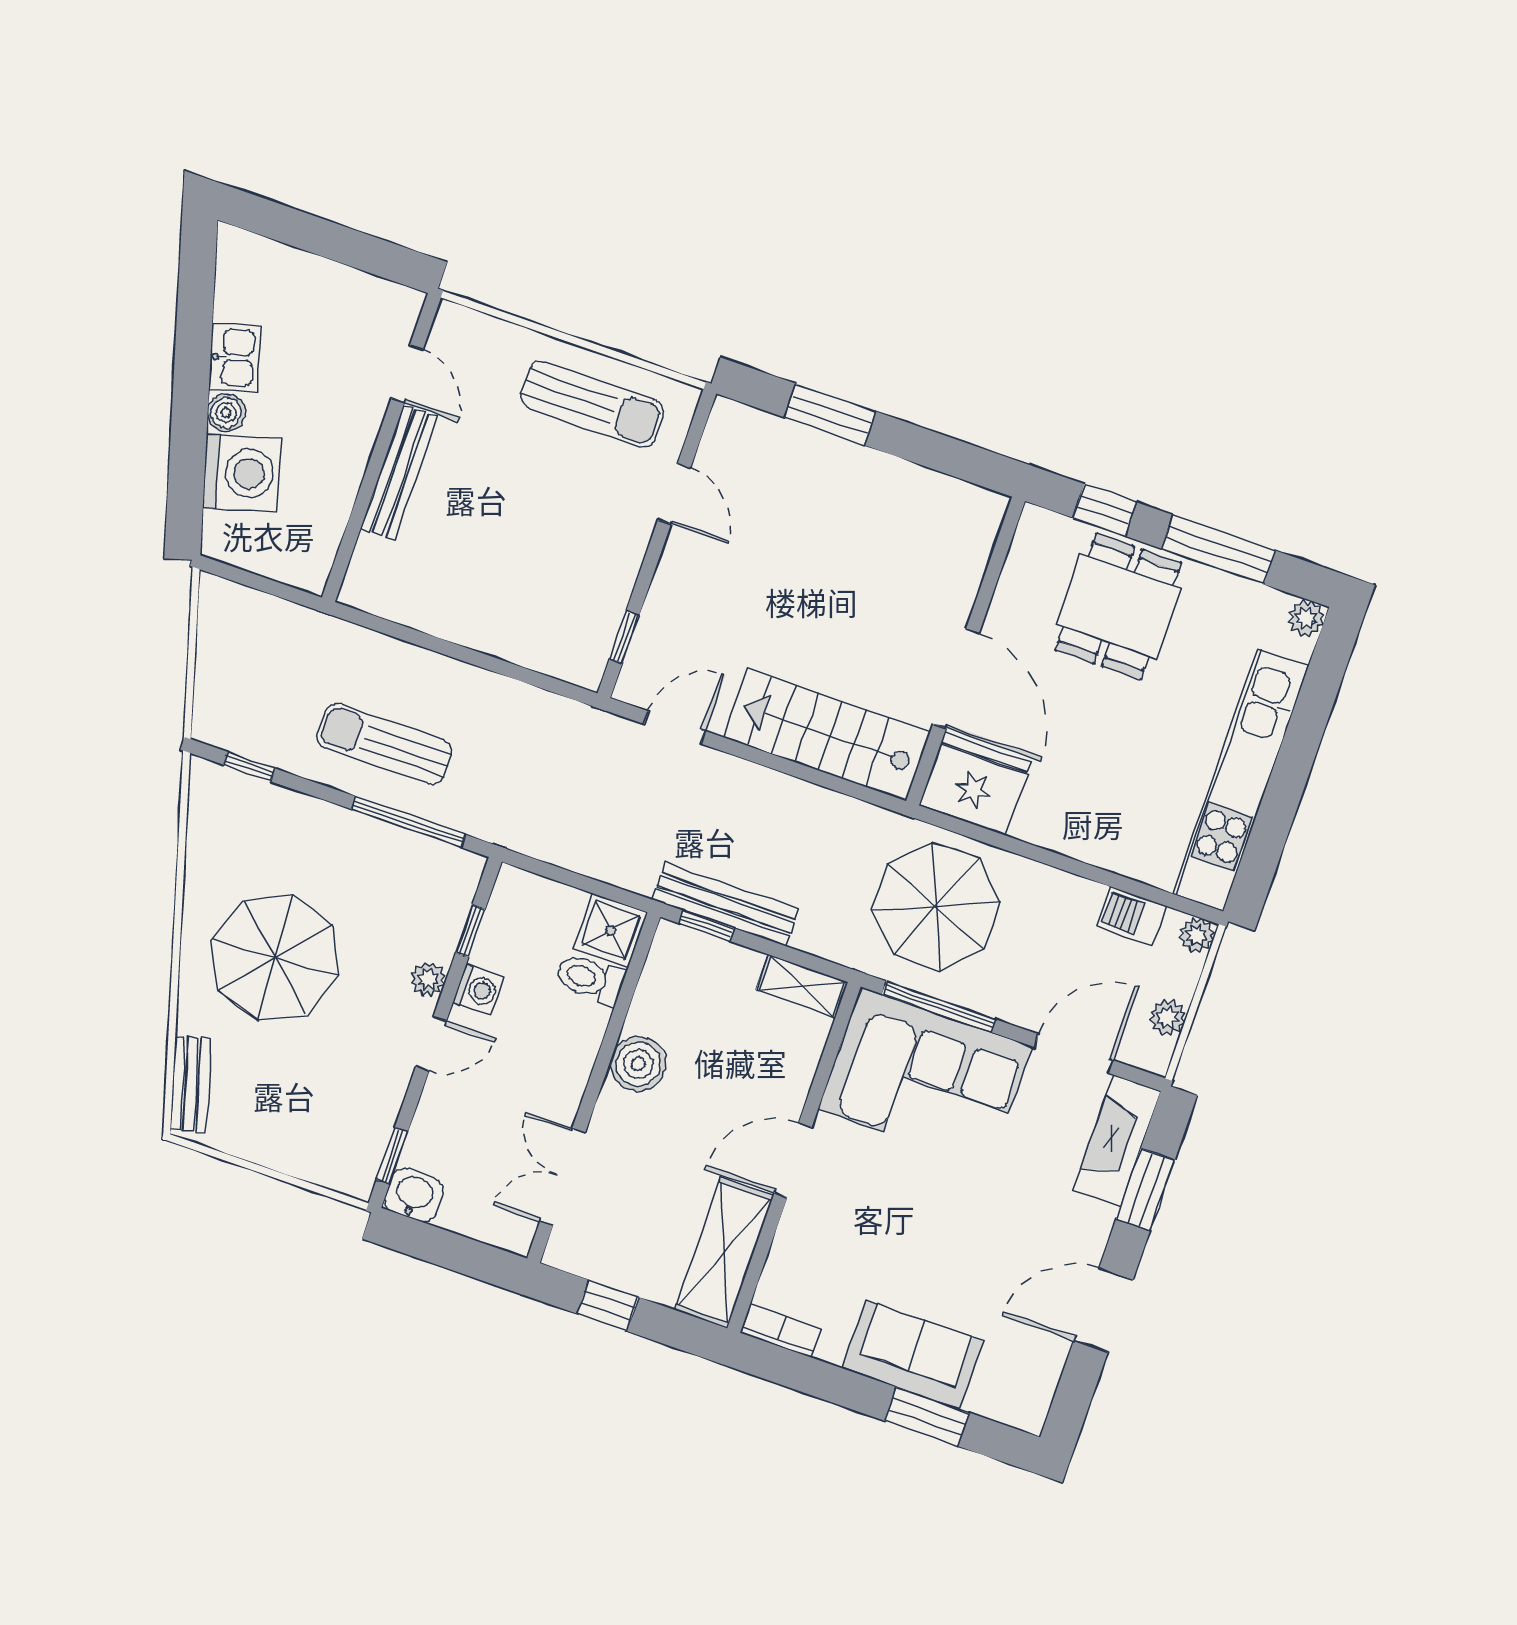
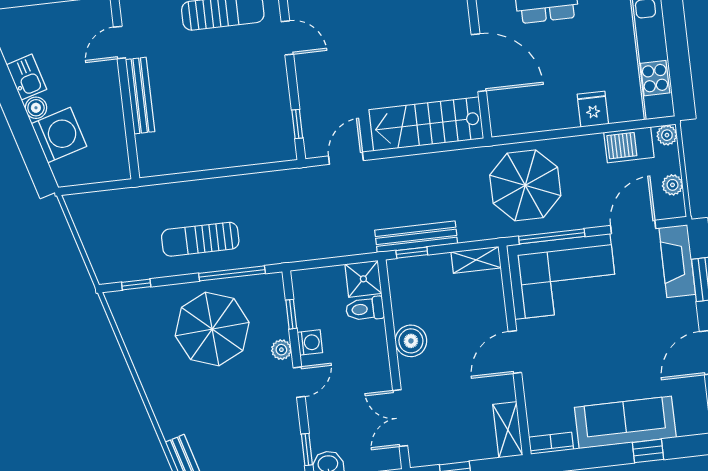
door: (407, 374) -> (120, 43), swing flipped
fridge: (975, 784) -> (593, 109), moved, width x0.53, depth x0.75
barbecue: (1131, 916) -> (629, 145), width x1.38, depth x1.27
parasol: (275, 958) -> (212, 329), moved
shelving: (724, 1253) -> (508, 430), width x0.67, depth x0.75
sofa: (913, 1355) -> (625, 422), width x1.36
window: (927, 1417) -> (648, 451), width x0.67

